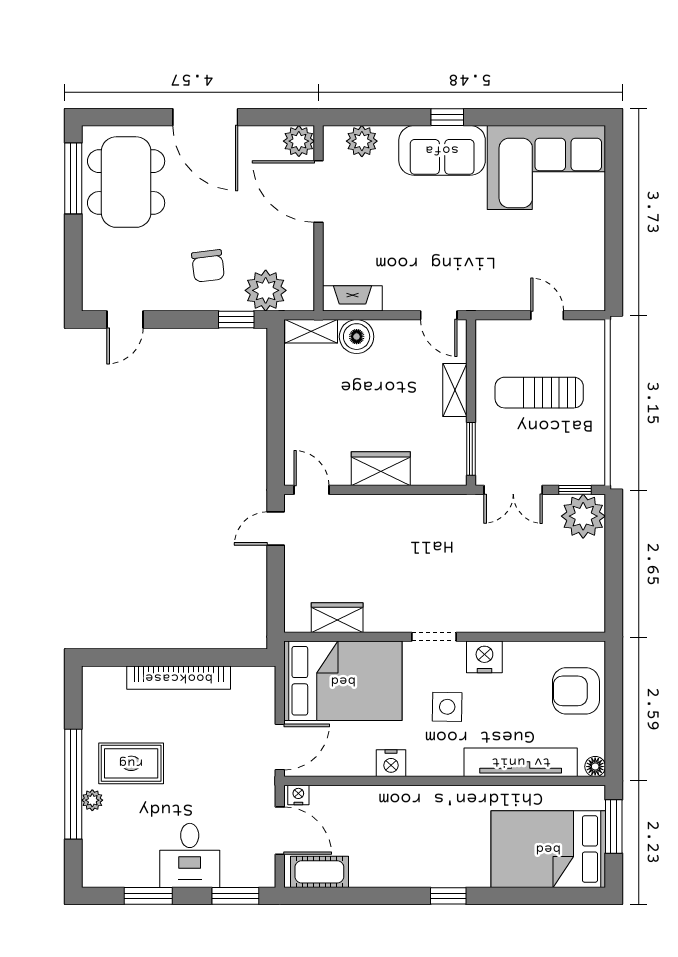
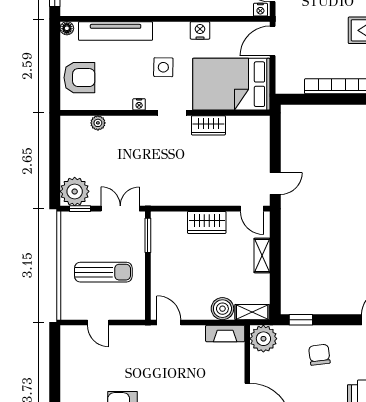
plant: (266, 290) -> (263, 339), moved
shelving: (455, 390) -> (262, 255), moved
wardrobe: (337, 618) -> (208, 125), moved
plant: (548, 621) -> (98, 123), added
nightstand: (484, 657) -> (139, 104), width x0.53, depth x0.56

